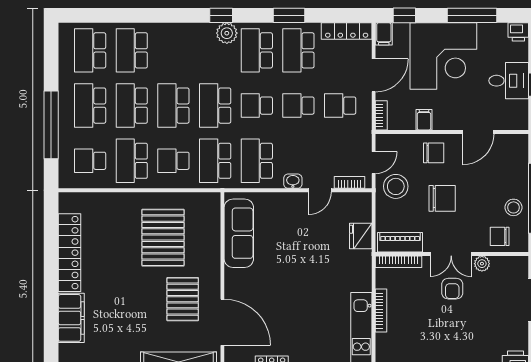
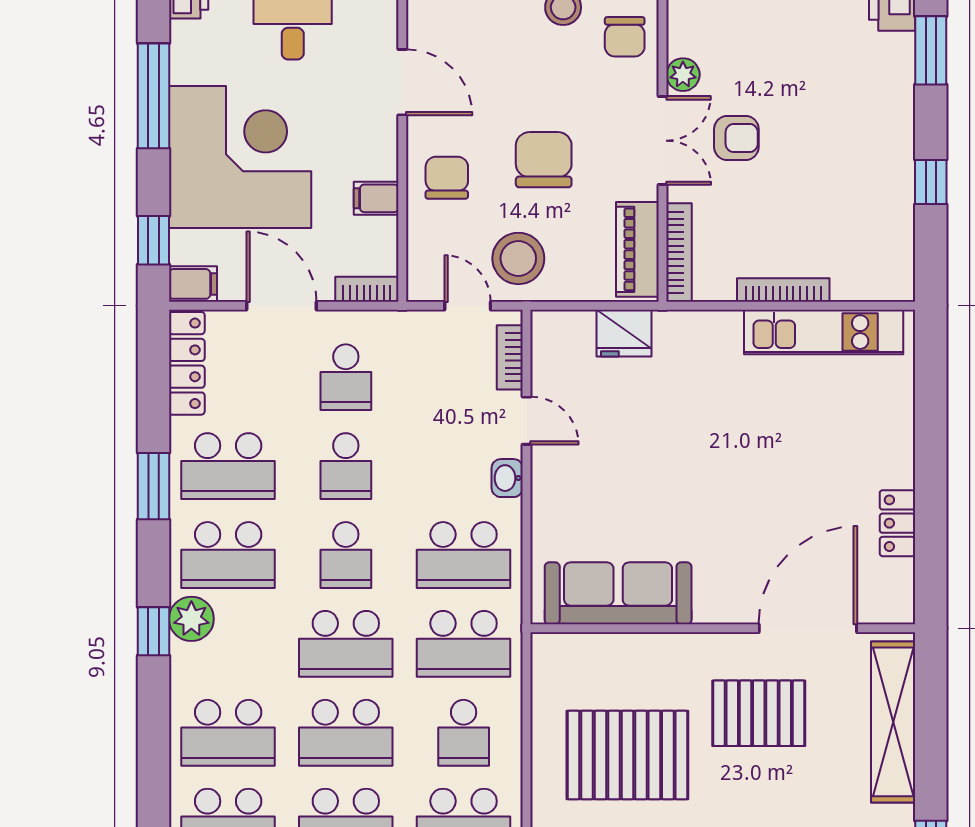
school desk: (173, 50) -> (228, 733), added

